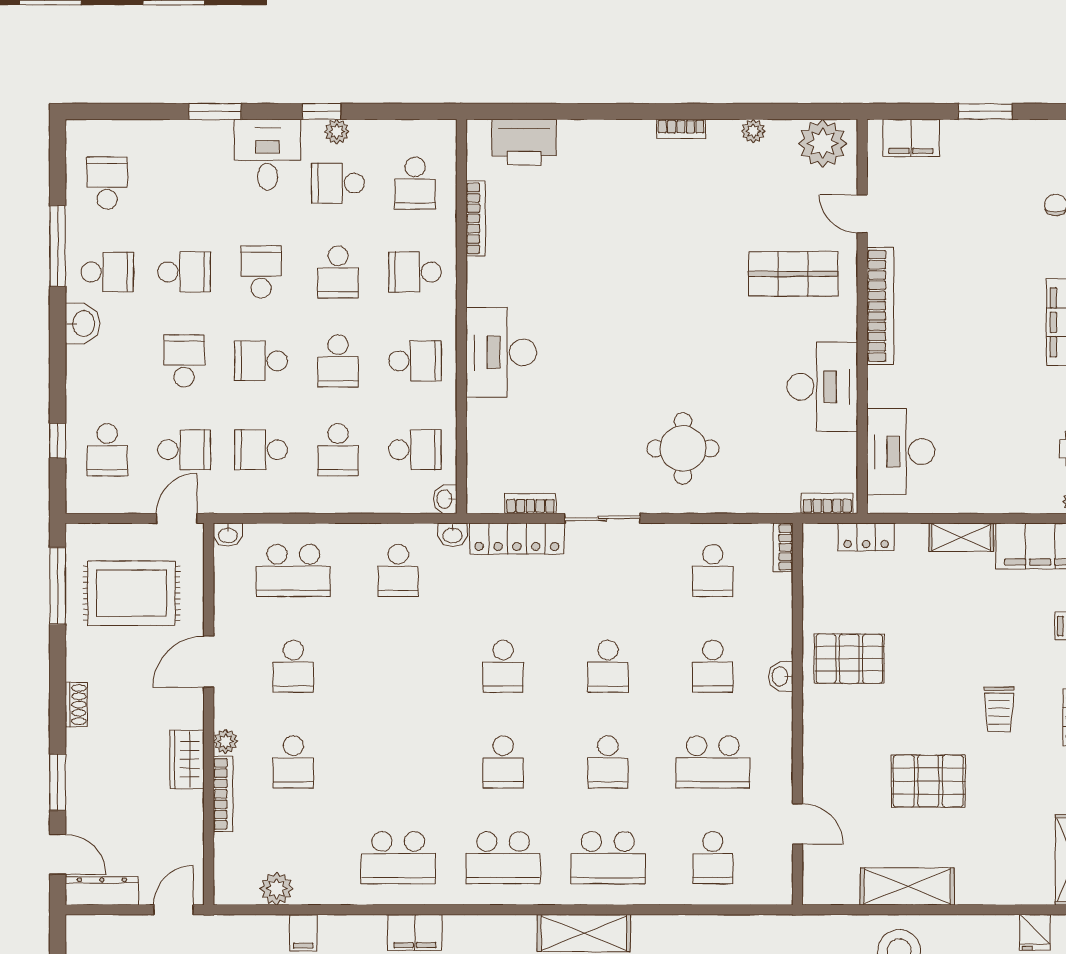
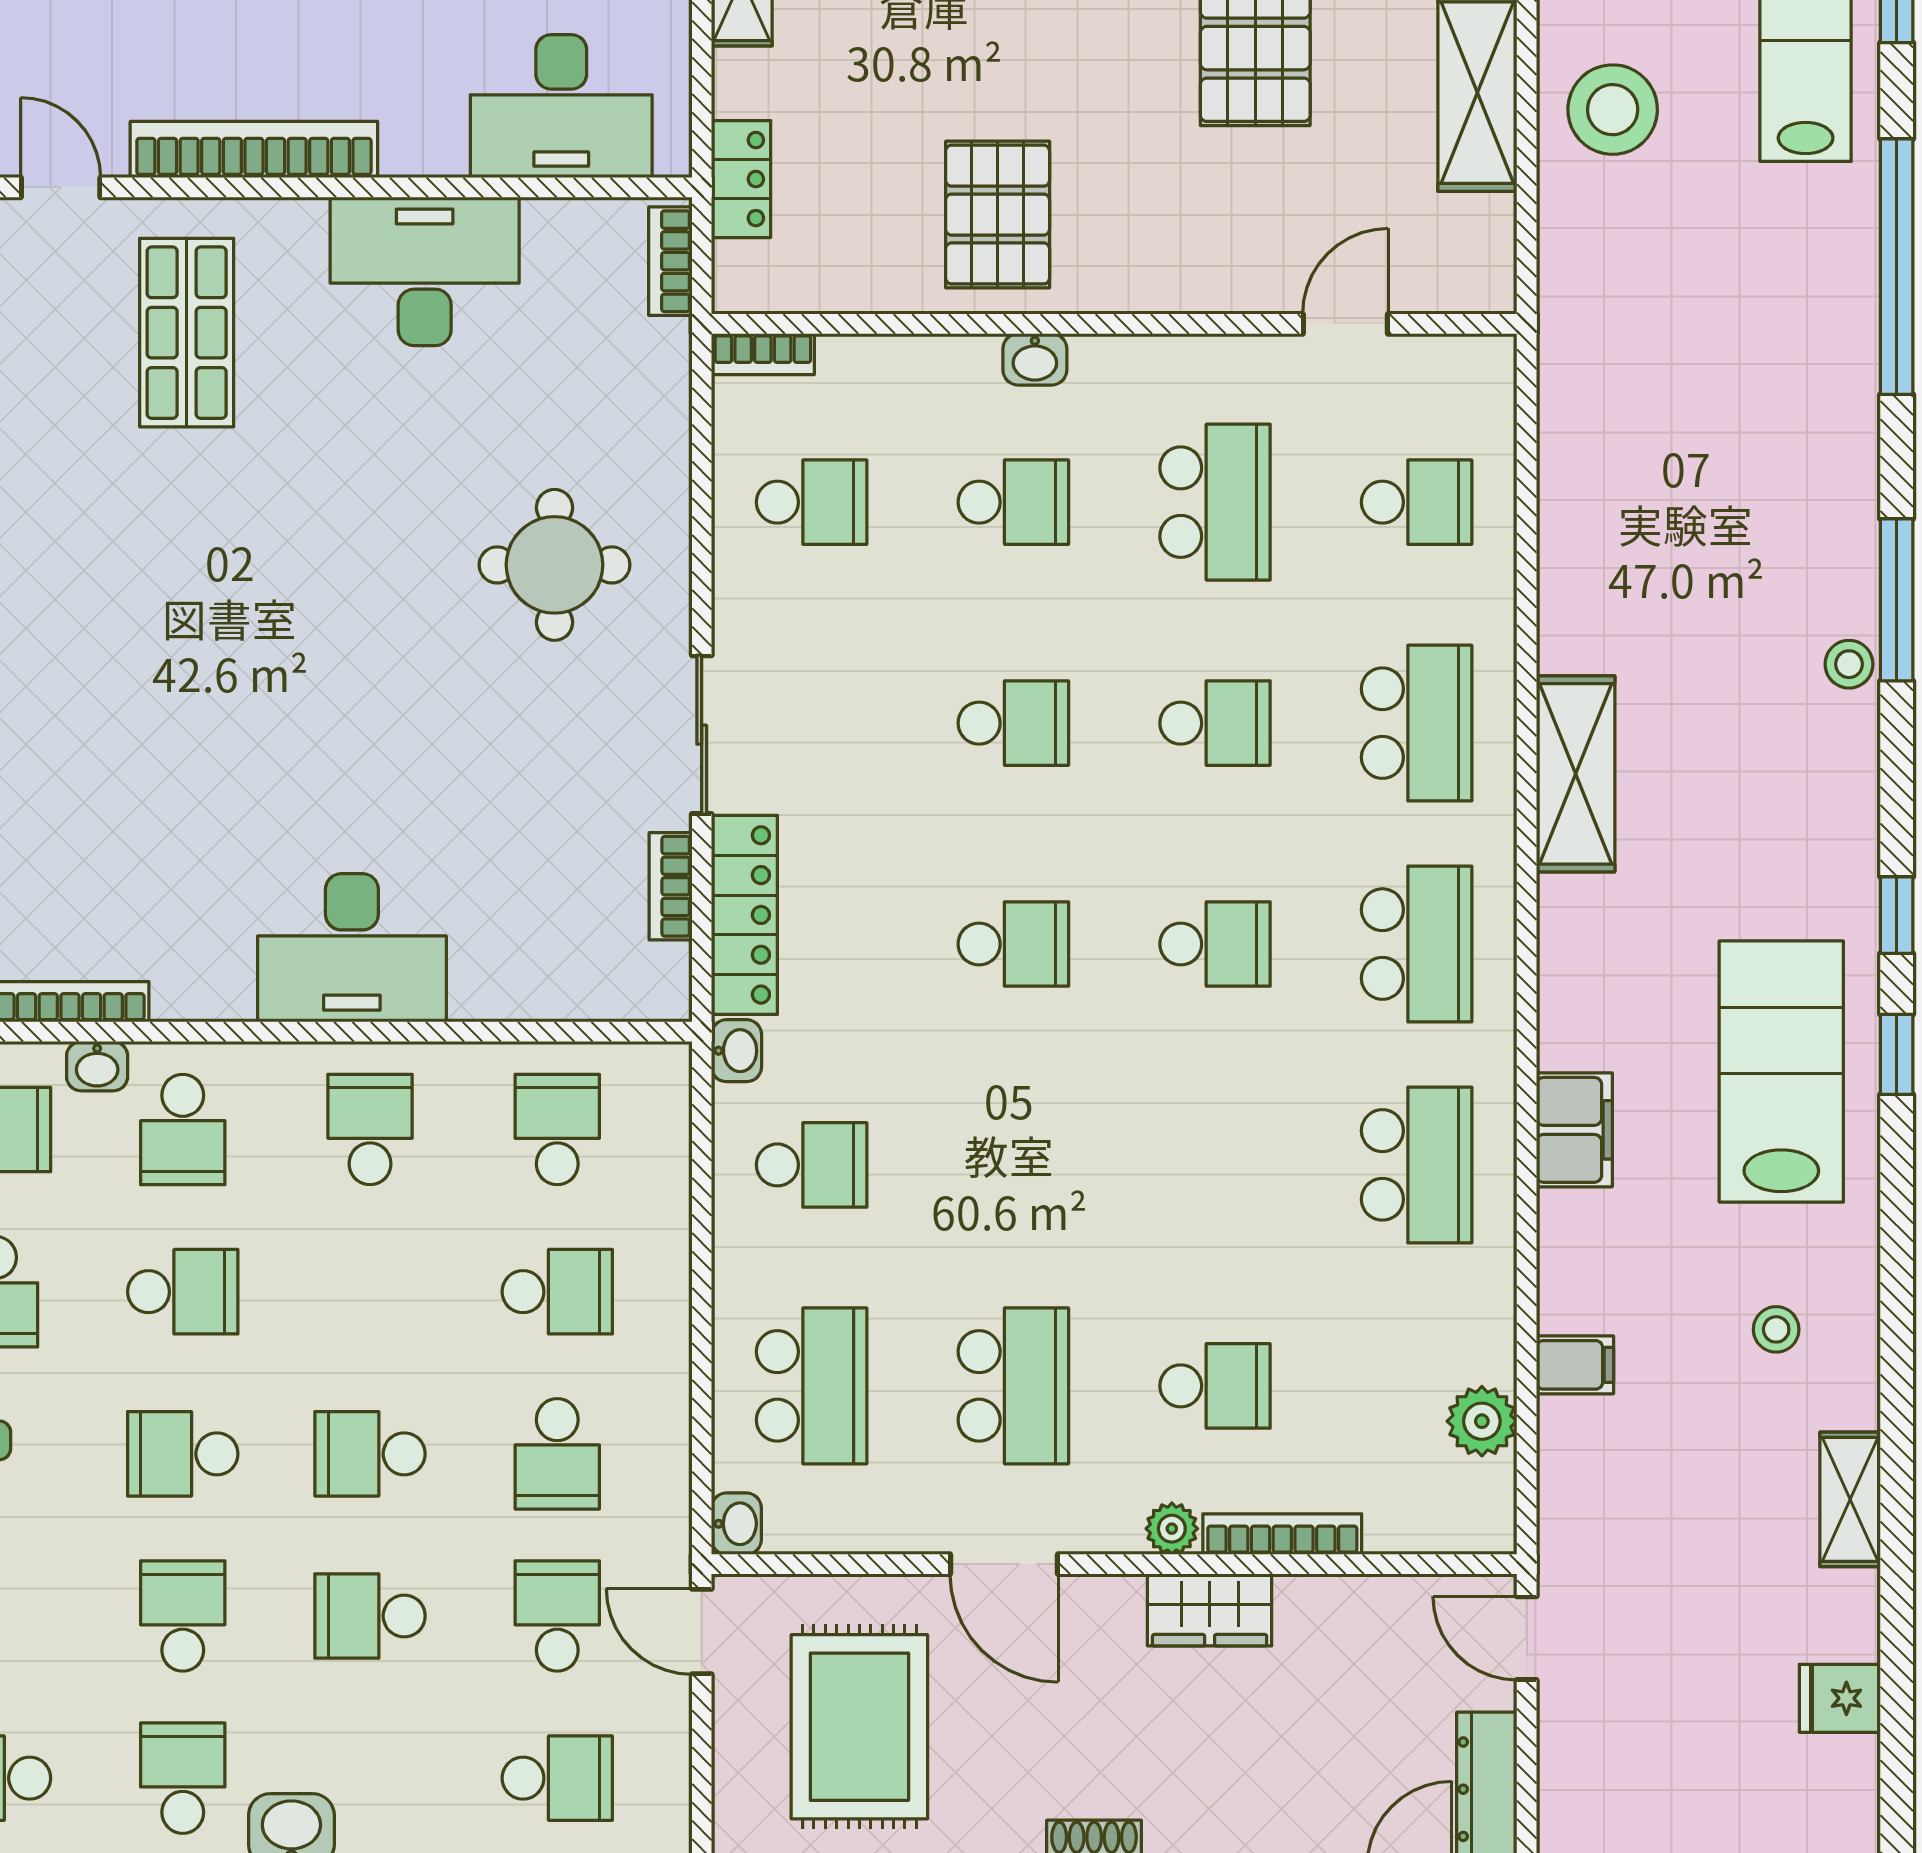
door: (862, 214) -> (61, 187), swing flipped
school desk: (261, 361) -> (370, 1454), turned 90
school desk: (338, 361) -> (370, 1292), removed
washbasin: (445, 499) -> (97, 1066), moved
school desk: (293, 666) -> (1013, 1386), width x1.85

